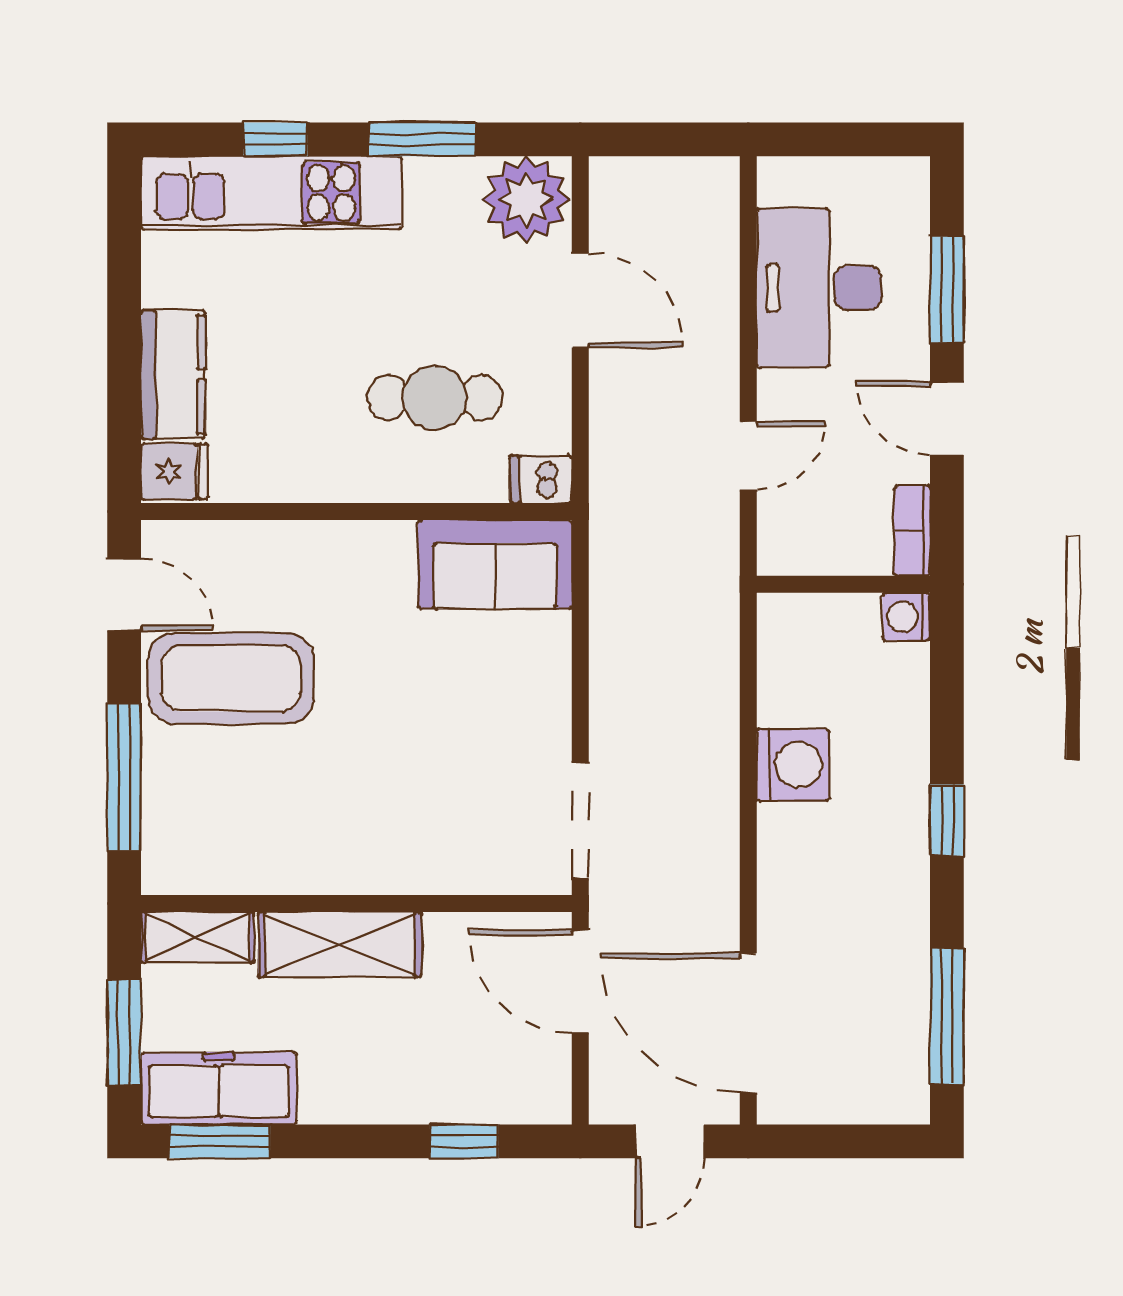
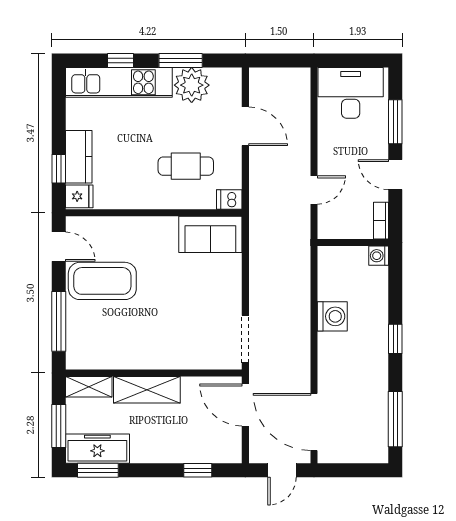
plant: (526, 199) -> (192, 85), moved
desk: (819, 288) -> (351, 93), moved, turned 90
window: (124, 404) -> (59, 169), added

